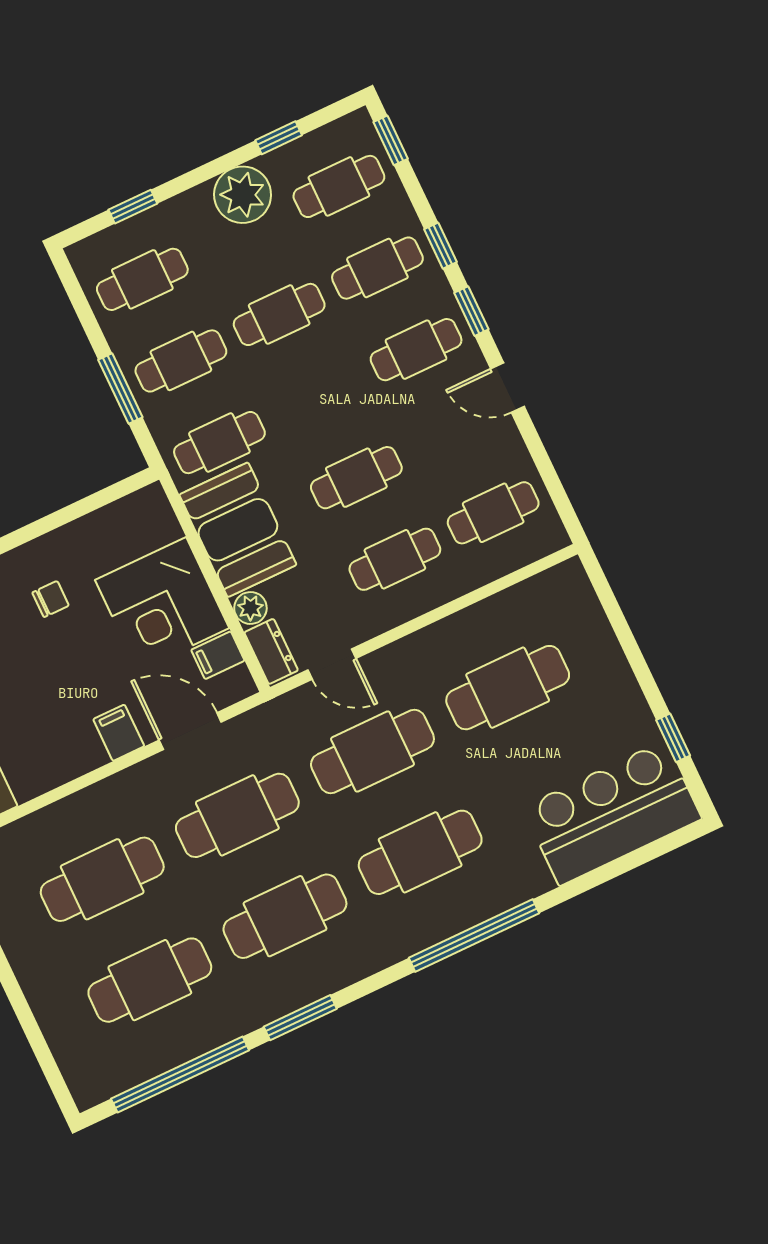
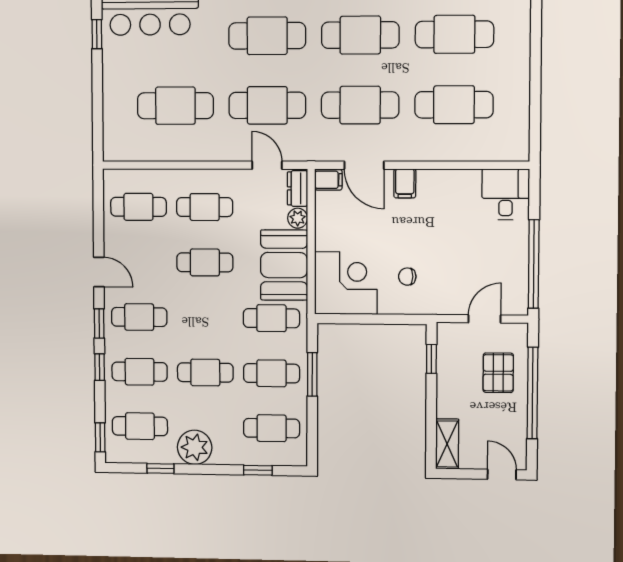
corner desk: (162, 604) -> (346, 283), moved
filing cabinet: (218, 655) -> (328, 180), moved

